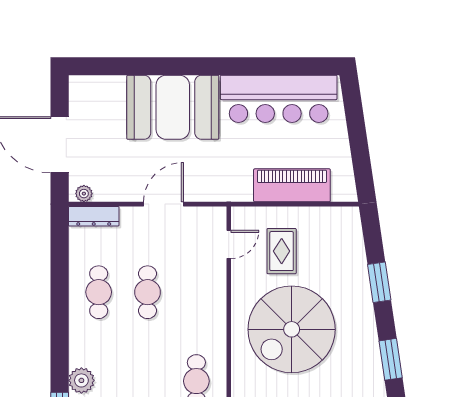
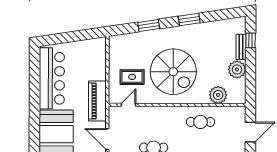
piano: (292, 185) -> (97, 101), moved
door: (229, 244) -> (129, 105), hinge flipped

